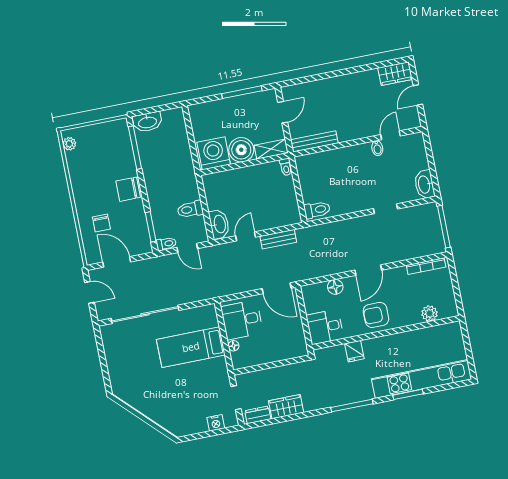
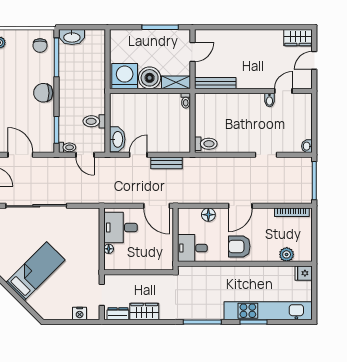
washbasin: (424, 184) -> (307, 146), width x0.52, depth x0.69
chair: (101, 223) -> (40, 46), moved
bed: (191, 347) -> (35, 271), moved, turned 135
fridge: (354, 351) -> (304, 273), moved, turned 90

